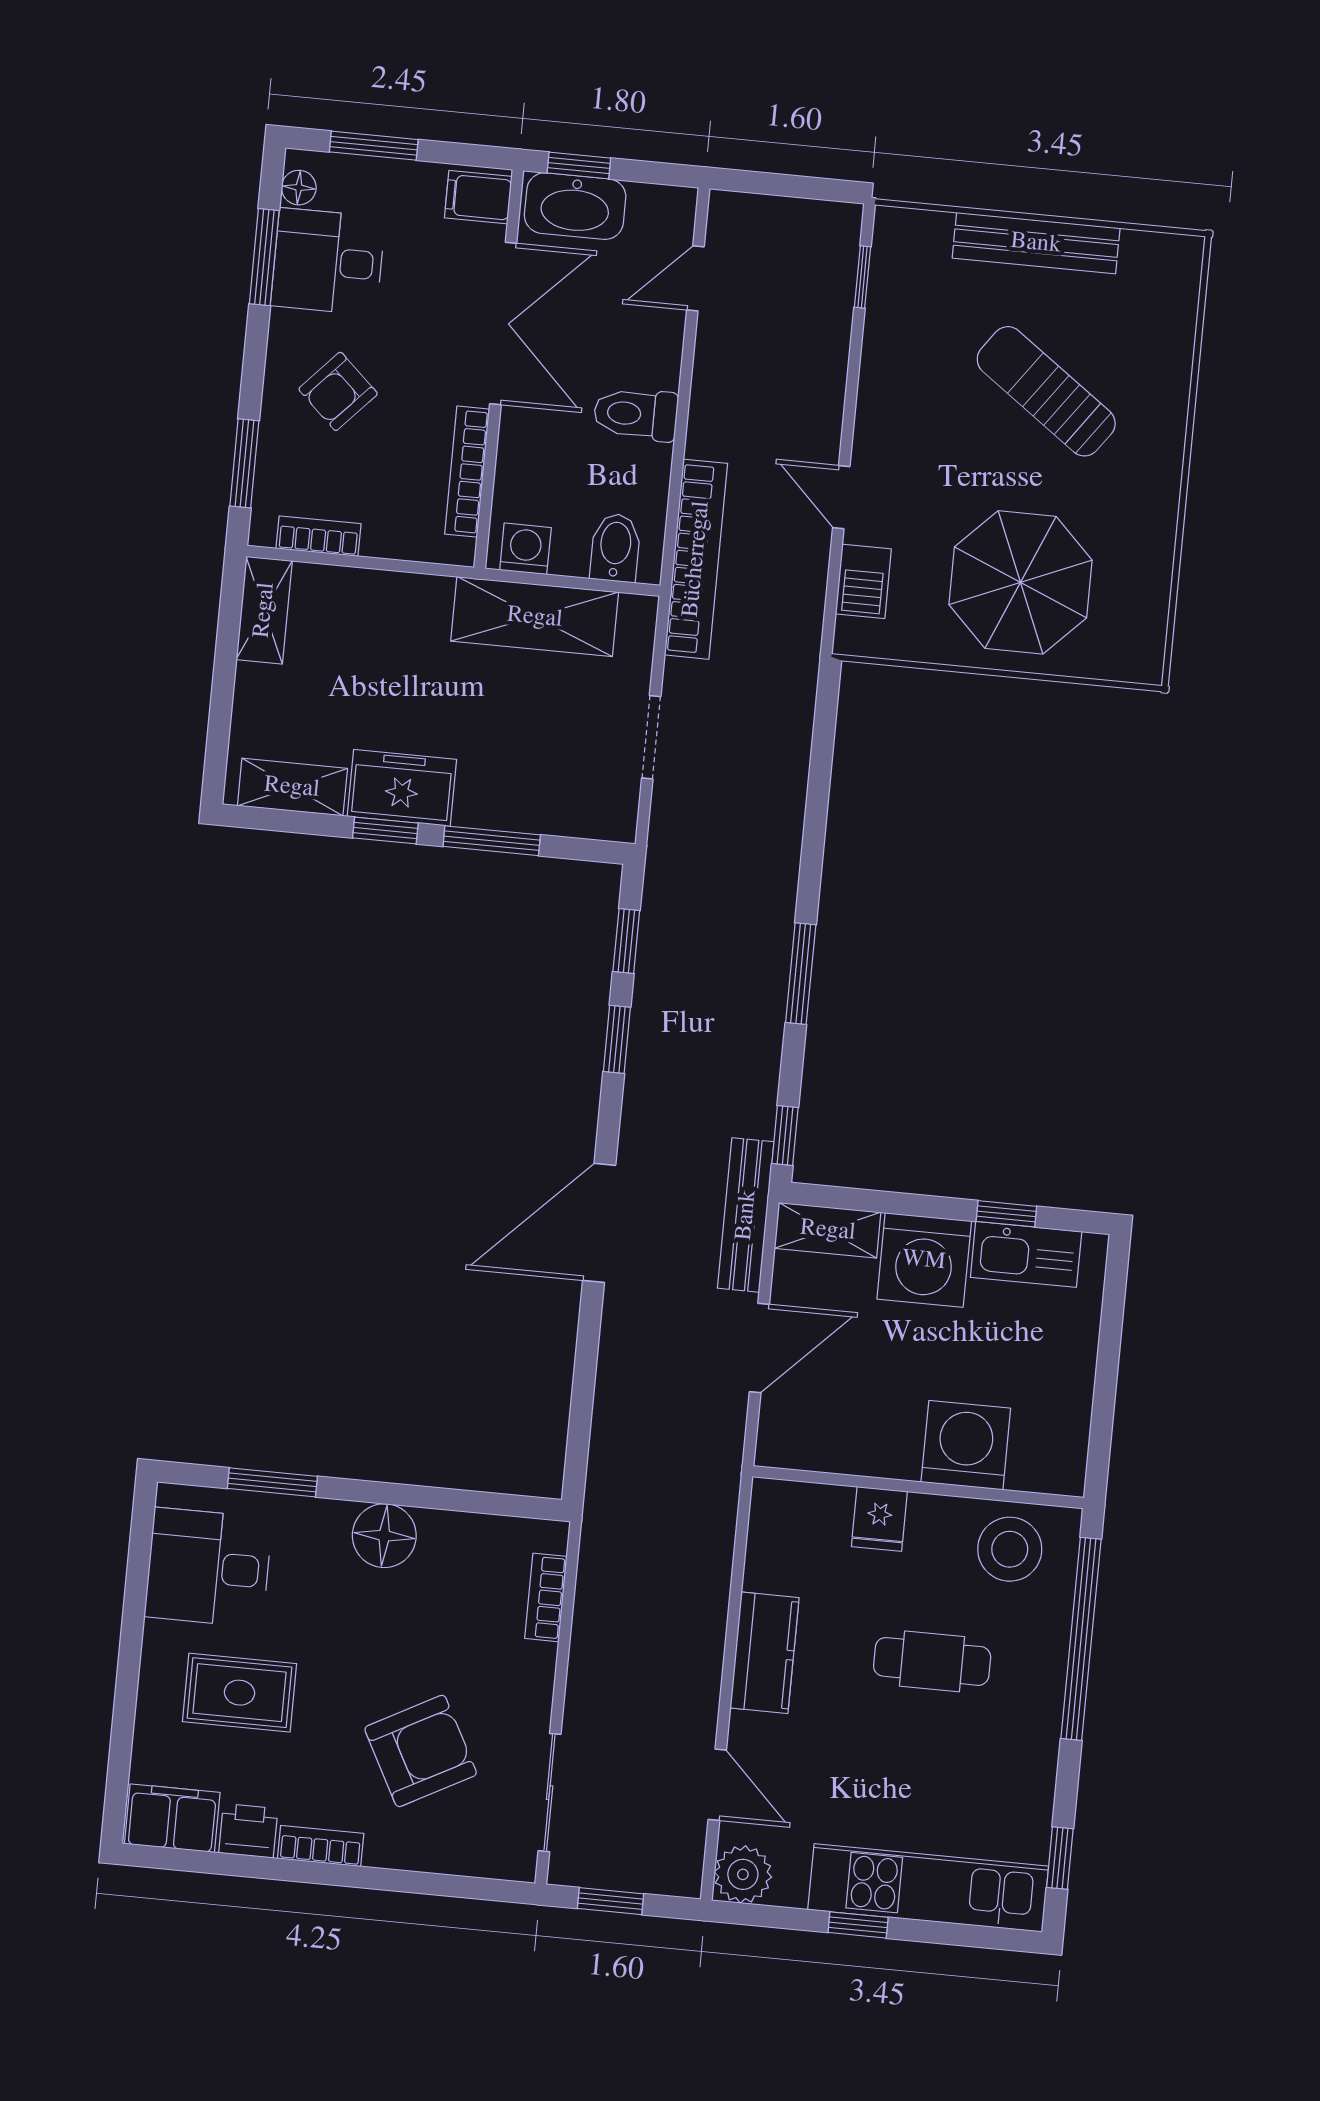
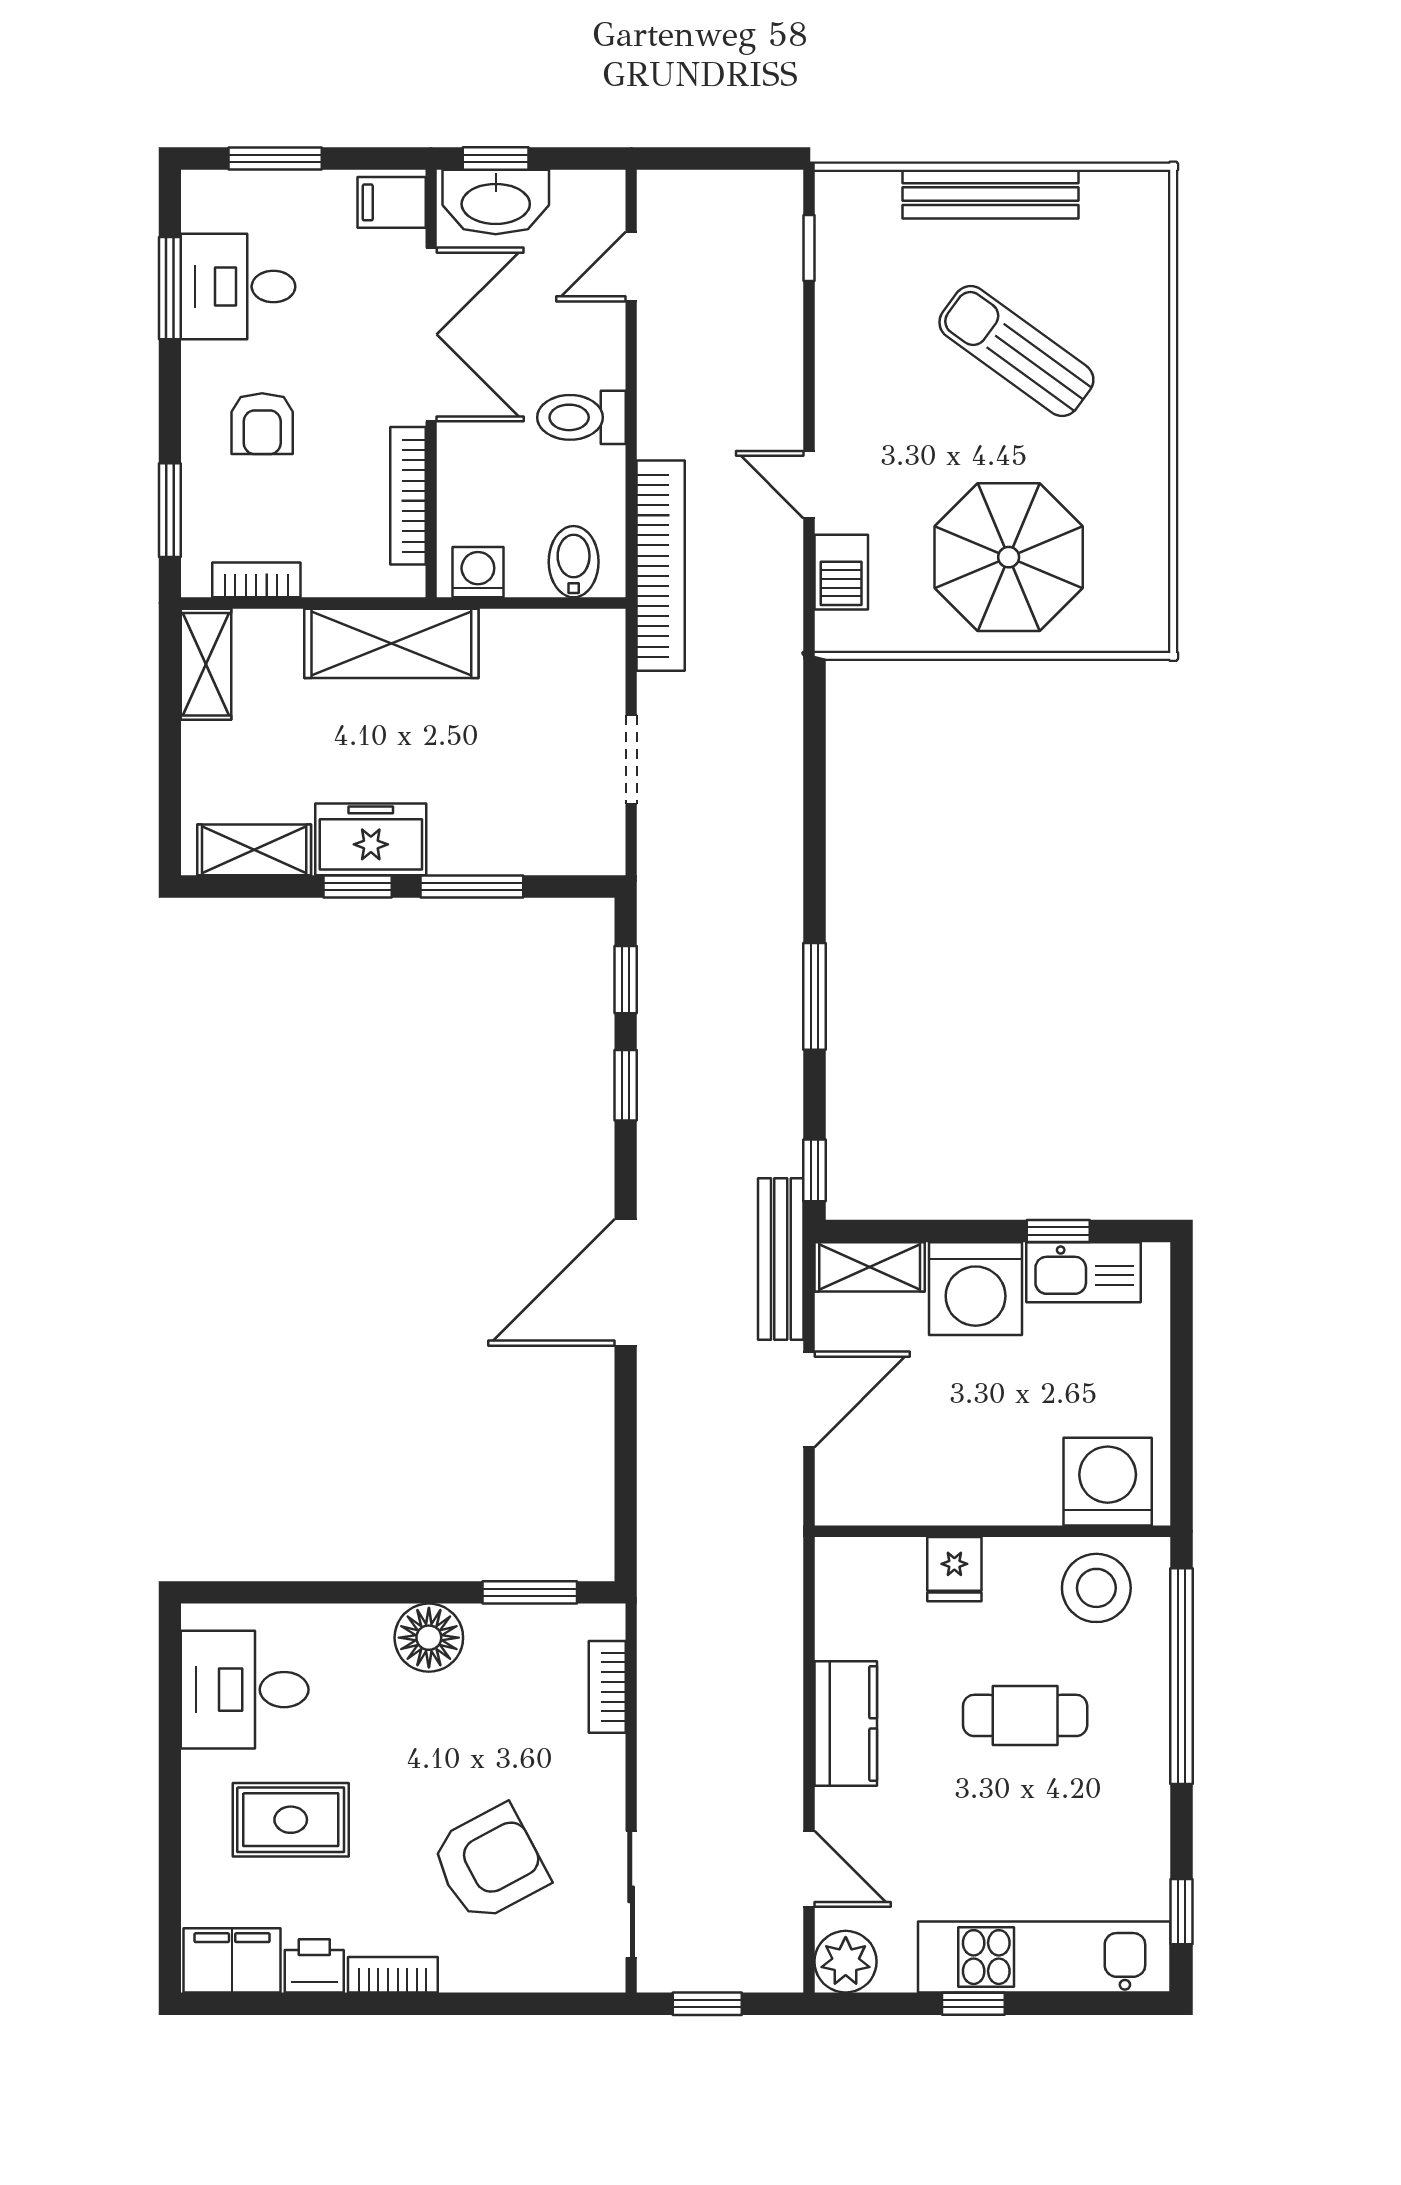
floor lamp: (299, 188) -> (200, 211), removed
armchair: (338, 391) -> (262, 424), turned -43
shelving: (535, 617) -> (391, 643), moved
washing machine: (966, 1445) -> (1108, 1482), moved
window: (272, 1482) -> (530, 1592), moved

